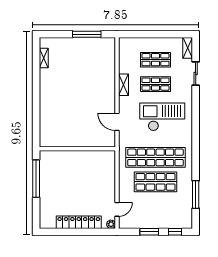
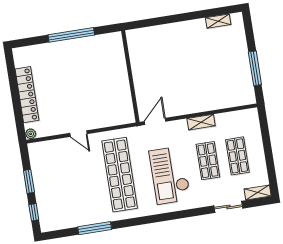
checkout: (162, 117) -> (170, 175), turned 180
wall: (77, 149) -> (130, 76), moved
shop shelf: (155, 182) -> (90, 179), removed
window: (196, 195) -> (95, 228), moved
door: (117, 209) -> (78, 134), moved

